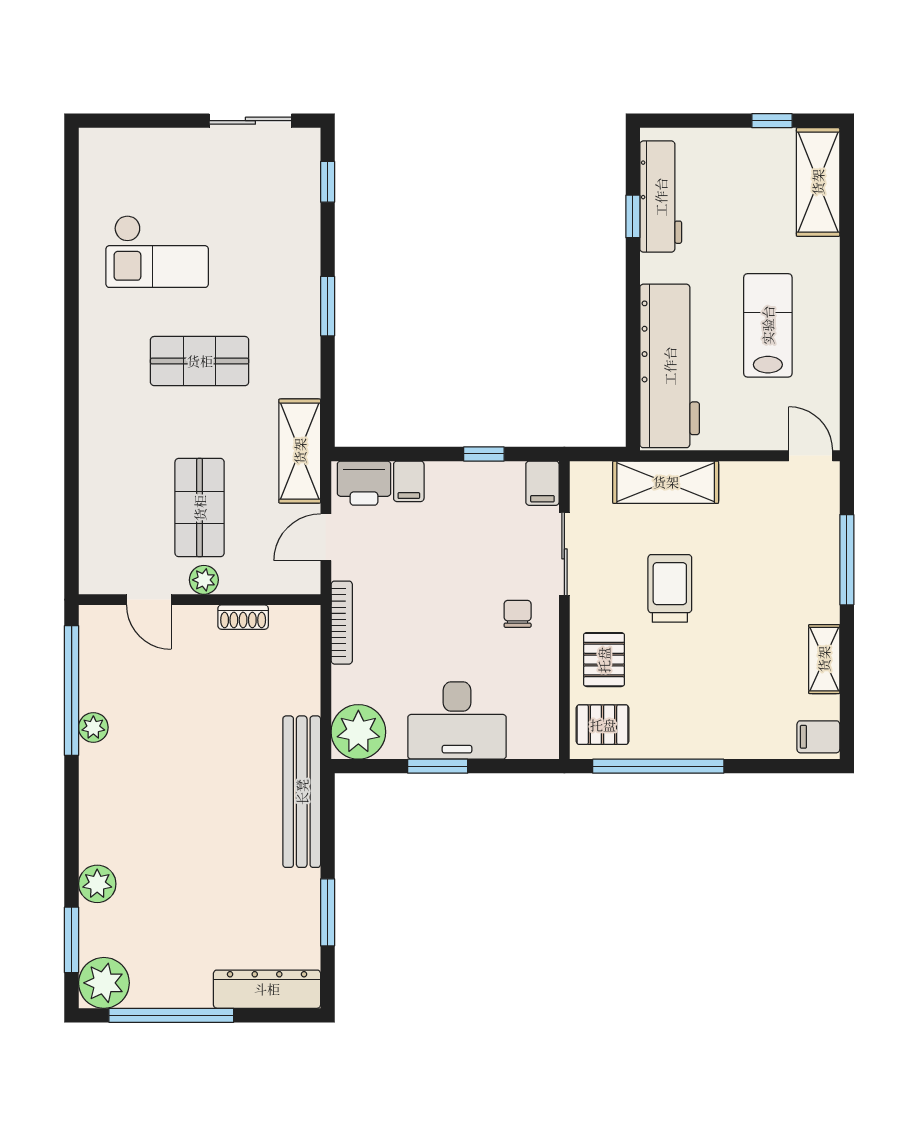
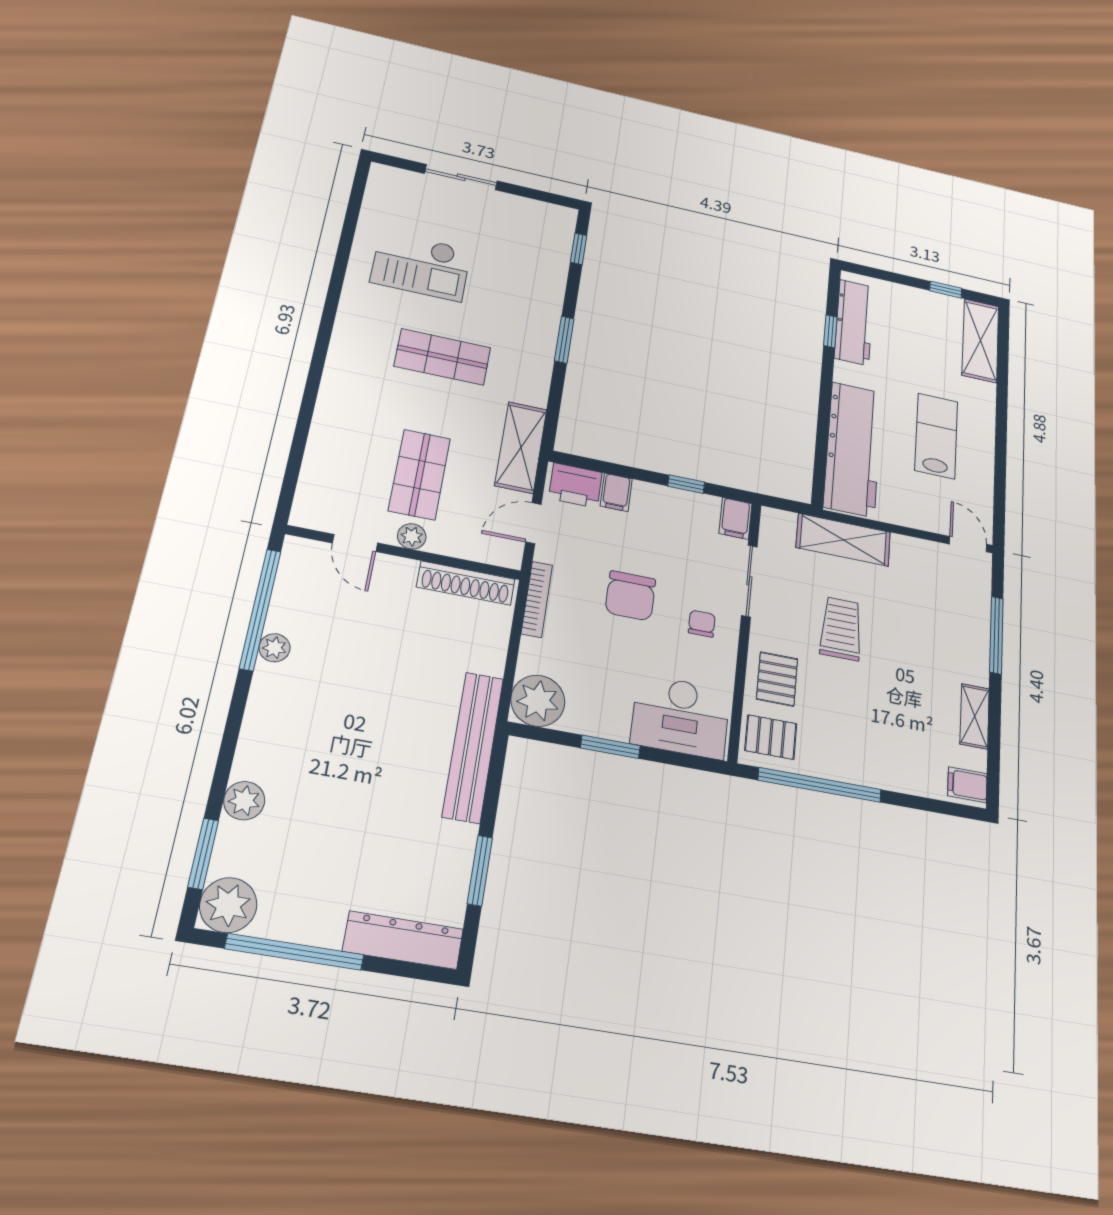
sliding door: (250, 121) -> (461, 177), moved
chair: (438, 598) -> (630, 596), added
shoe rack: (243, 617) -> (466, 583), width x1.94, depth x1.24
desk: (457, 721) -> (681, 717), moved

